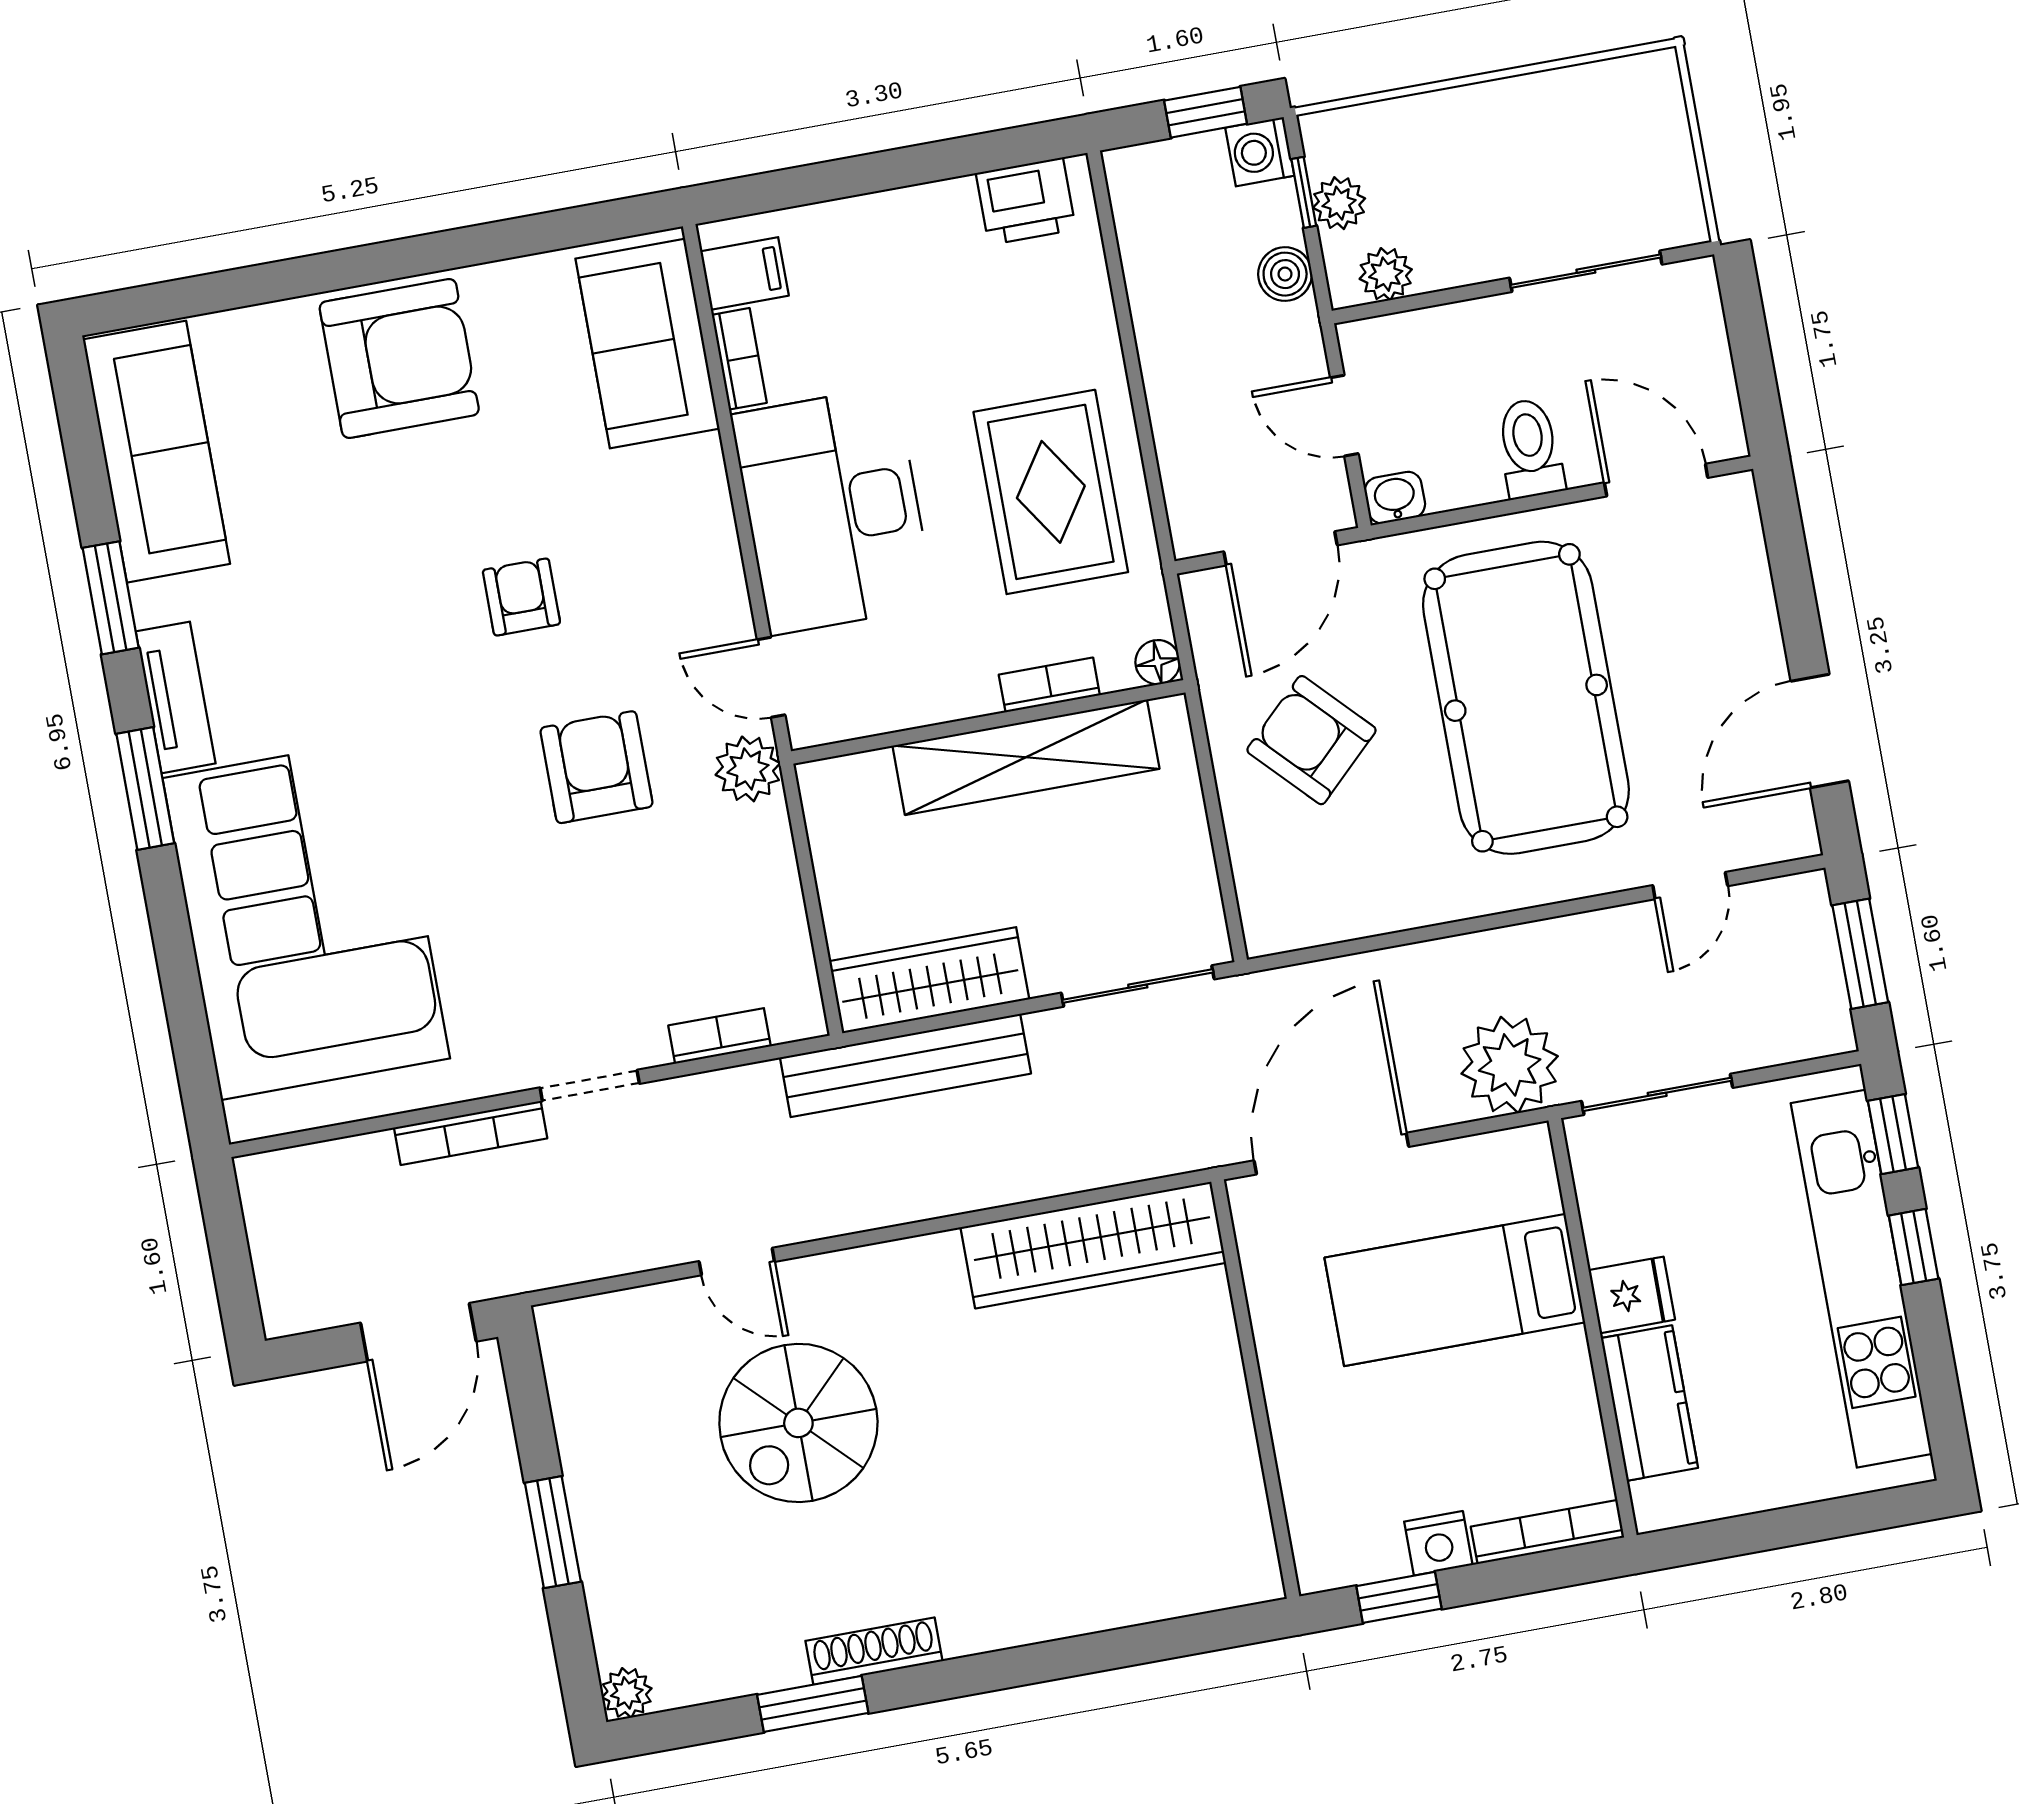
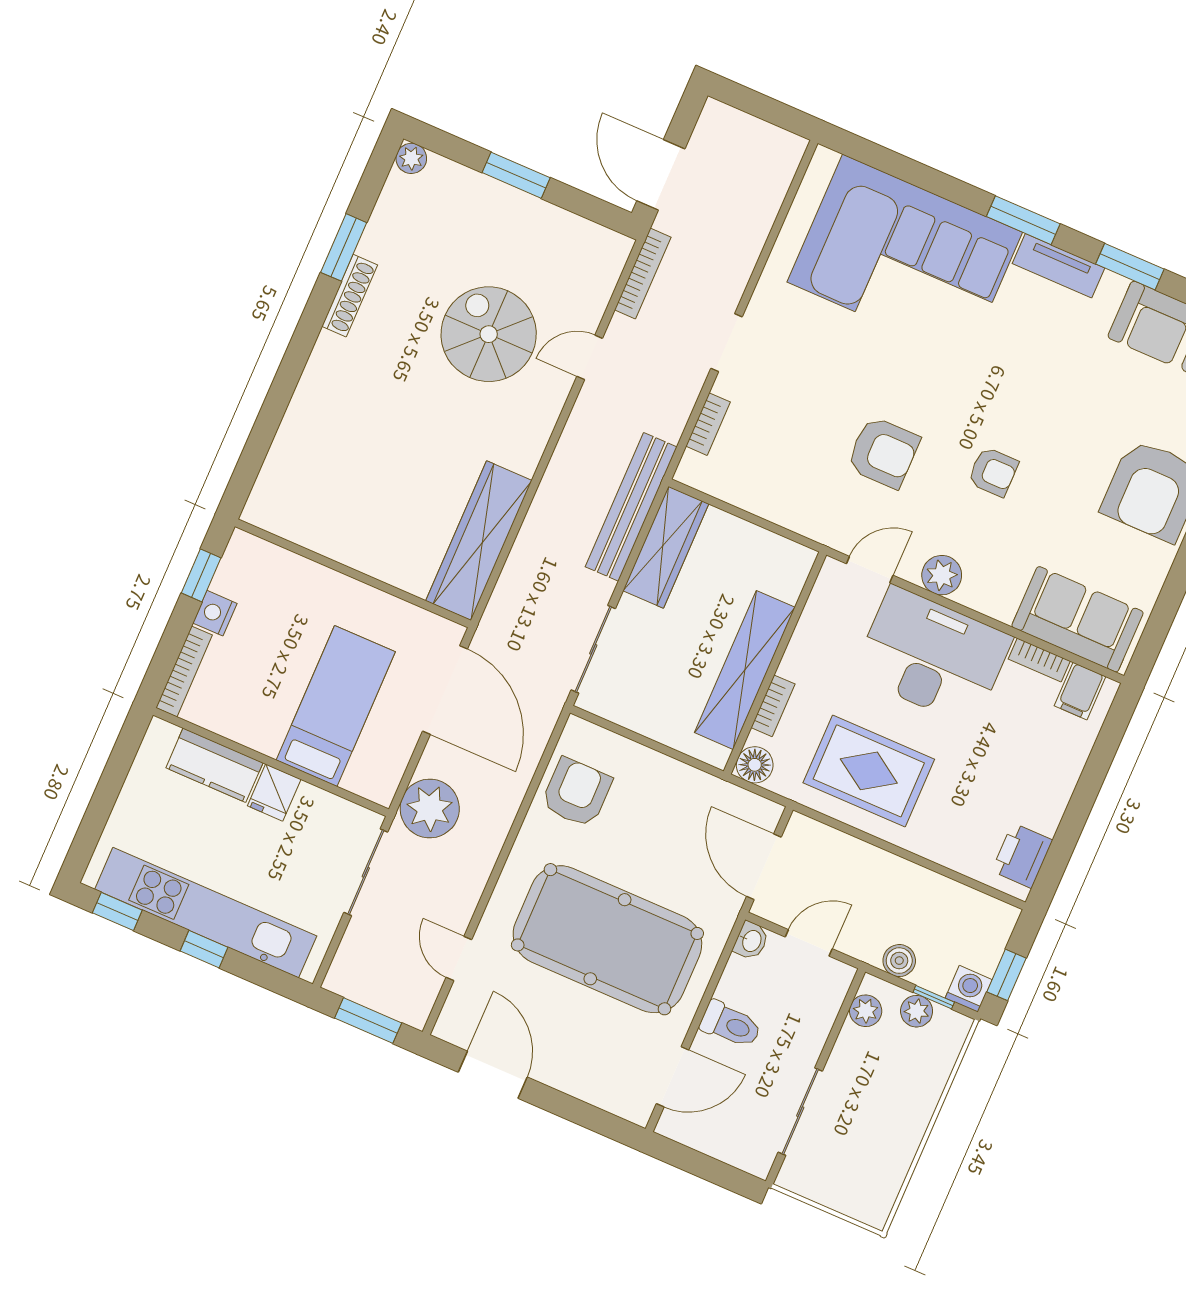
floor lamp: (1158, 662) -> (755, 765), width x1.37, depth x1.37
armchair: (1312, 740) -> (577, 793), moved, turned -46
plant: (748, 769) -> (942, 575), moved
bookcase: (471, 1133) -> (643, 273), moved, turned 180
window: (1893, 1134) -> (117, 911), moved

